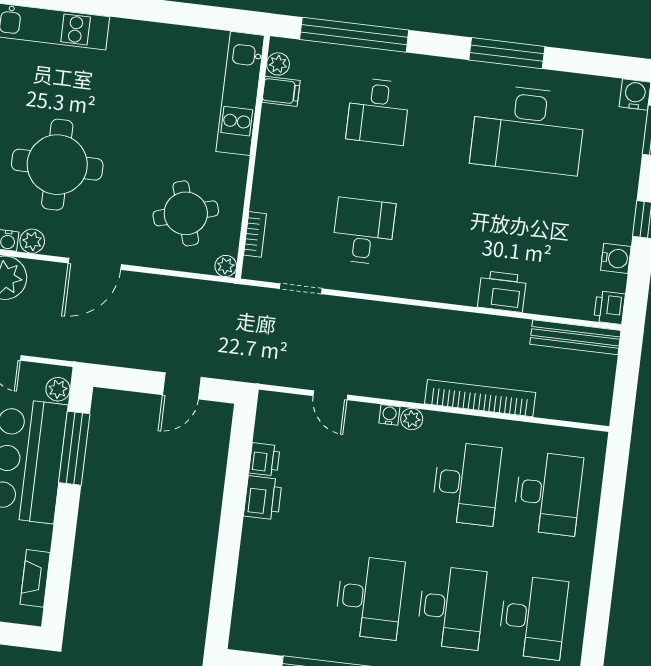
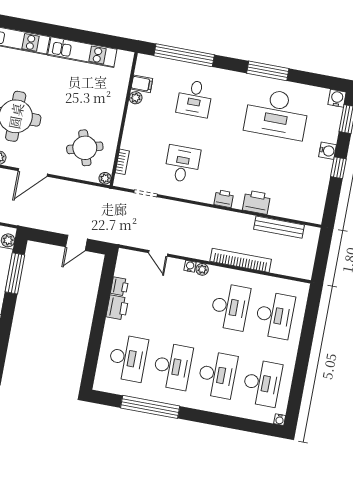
plant: (278, 64) -> (136, 98), moved
kitchen unit: (240, 93) -> (82, 52), moved, turned -90
water cooler: (616, 258) -> (327, 151), moved
printer: (609, 308) -> (224, 199), moved, turned 90
bench: (575, 337) -> (279, 227), moved
desk: (288, 588) -> (128, 358), added

